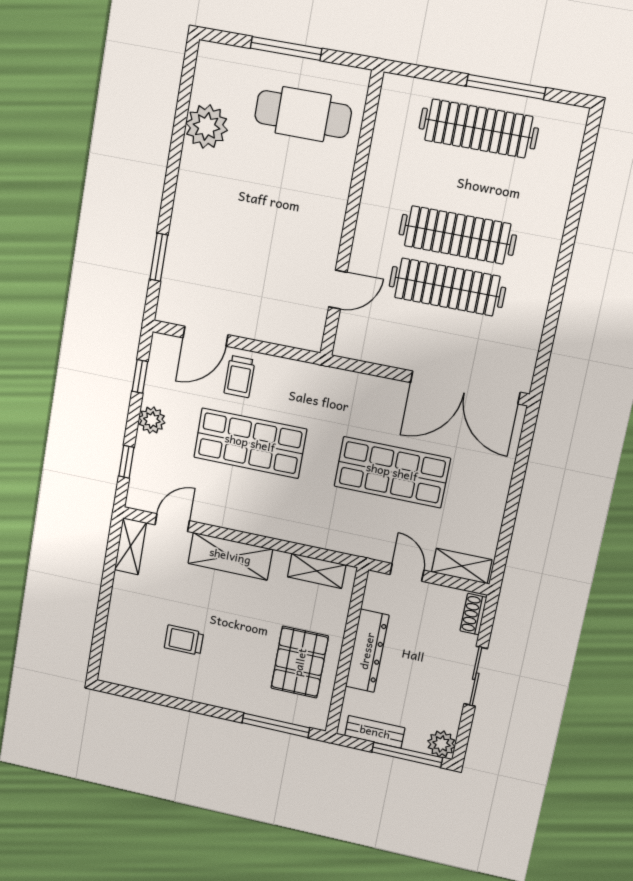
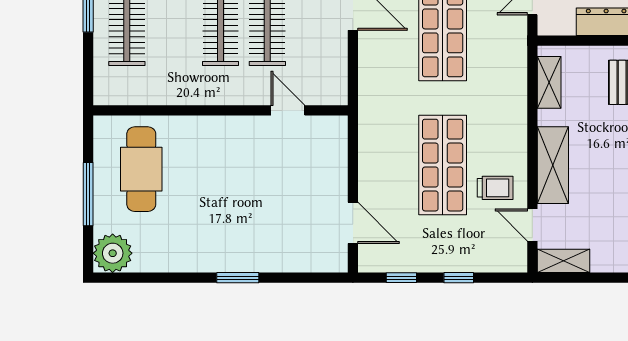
plant: (207, 126) -> (113, 253), moved
window: (159, 257) -> (238, 278), moved
trolley: (239, 377) -> (495, 188), moved
plant: (152, 420) -> (440, 260), removed
window: (126, 462) -> (459, 278), moved

